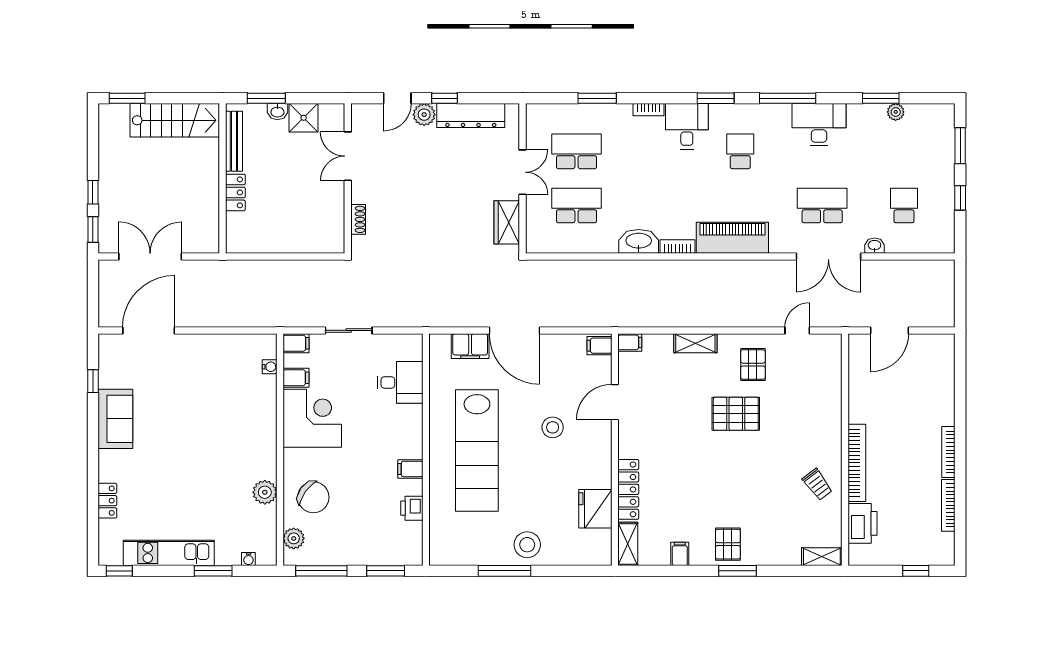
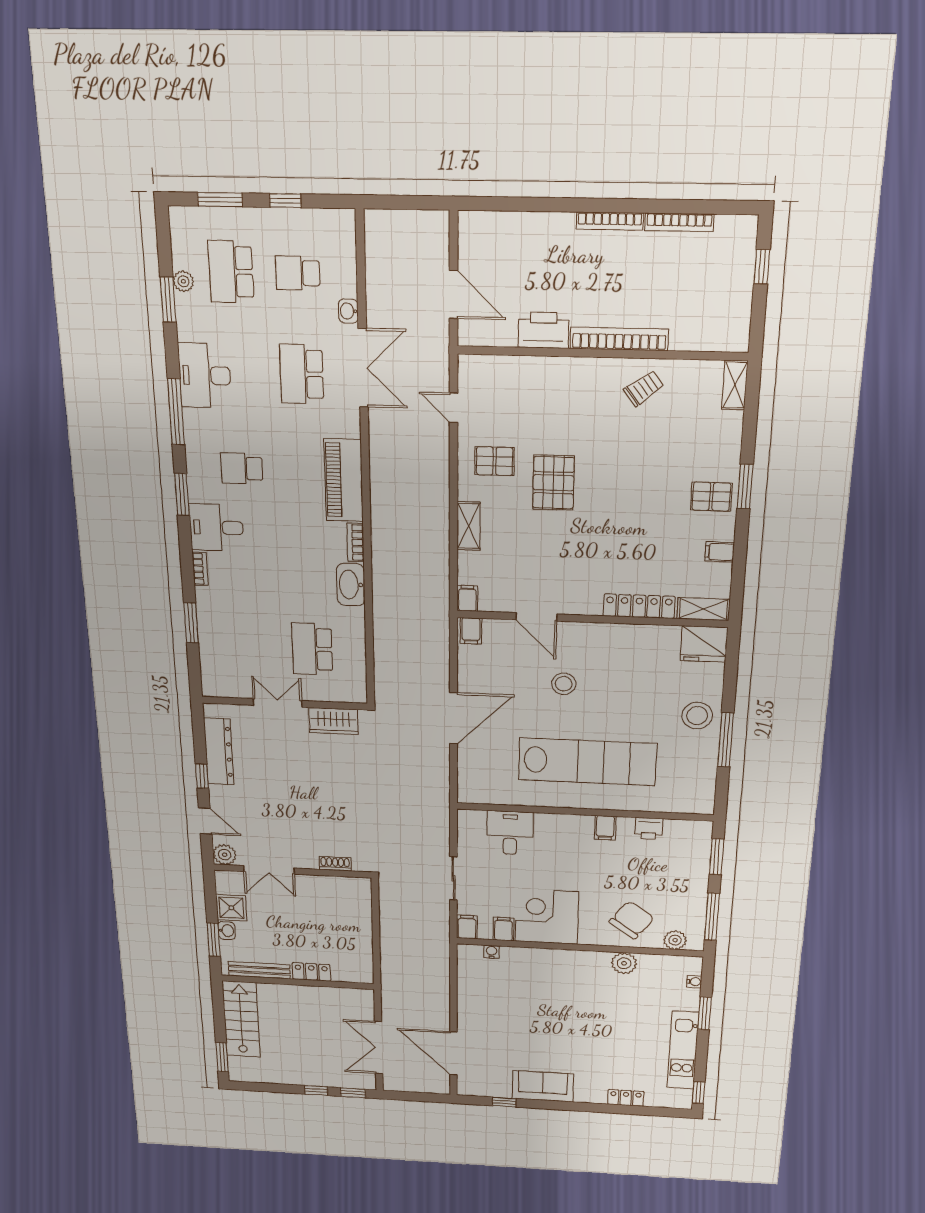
plant: (424, 115) -> (225, 855), moved
school desk: (576, 151) -> (231, 272), moved
filing cabinet: (470, 346) -> (471, 763), removed
fridge: (595, 509) -> (704, 644), moved
printer: (862, 523) -> (543, 330), moved

